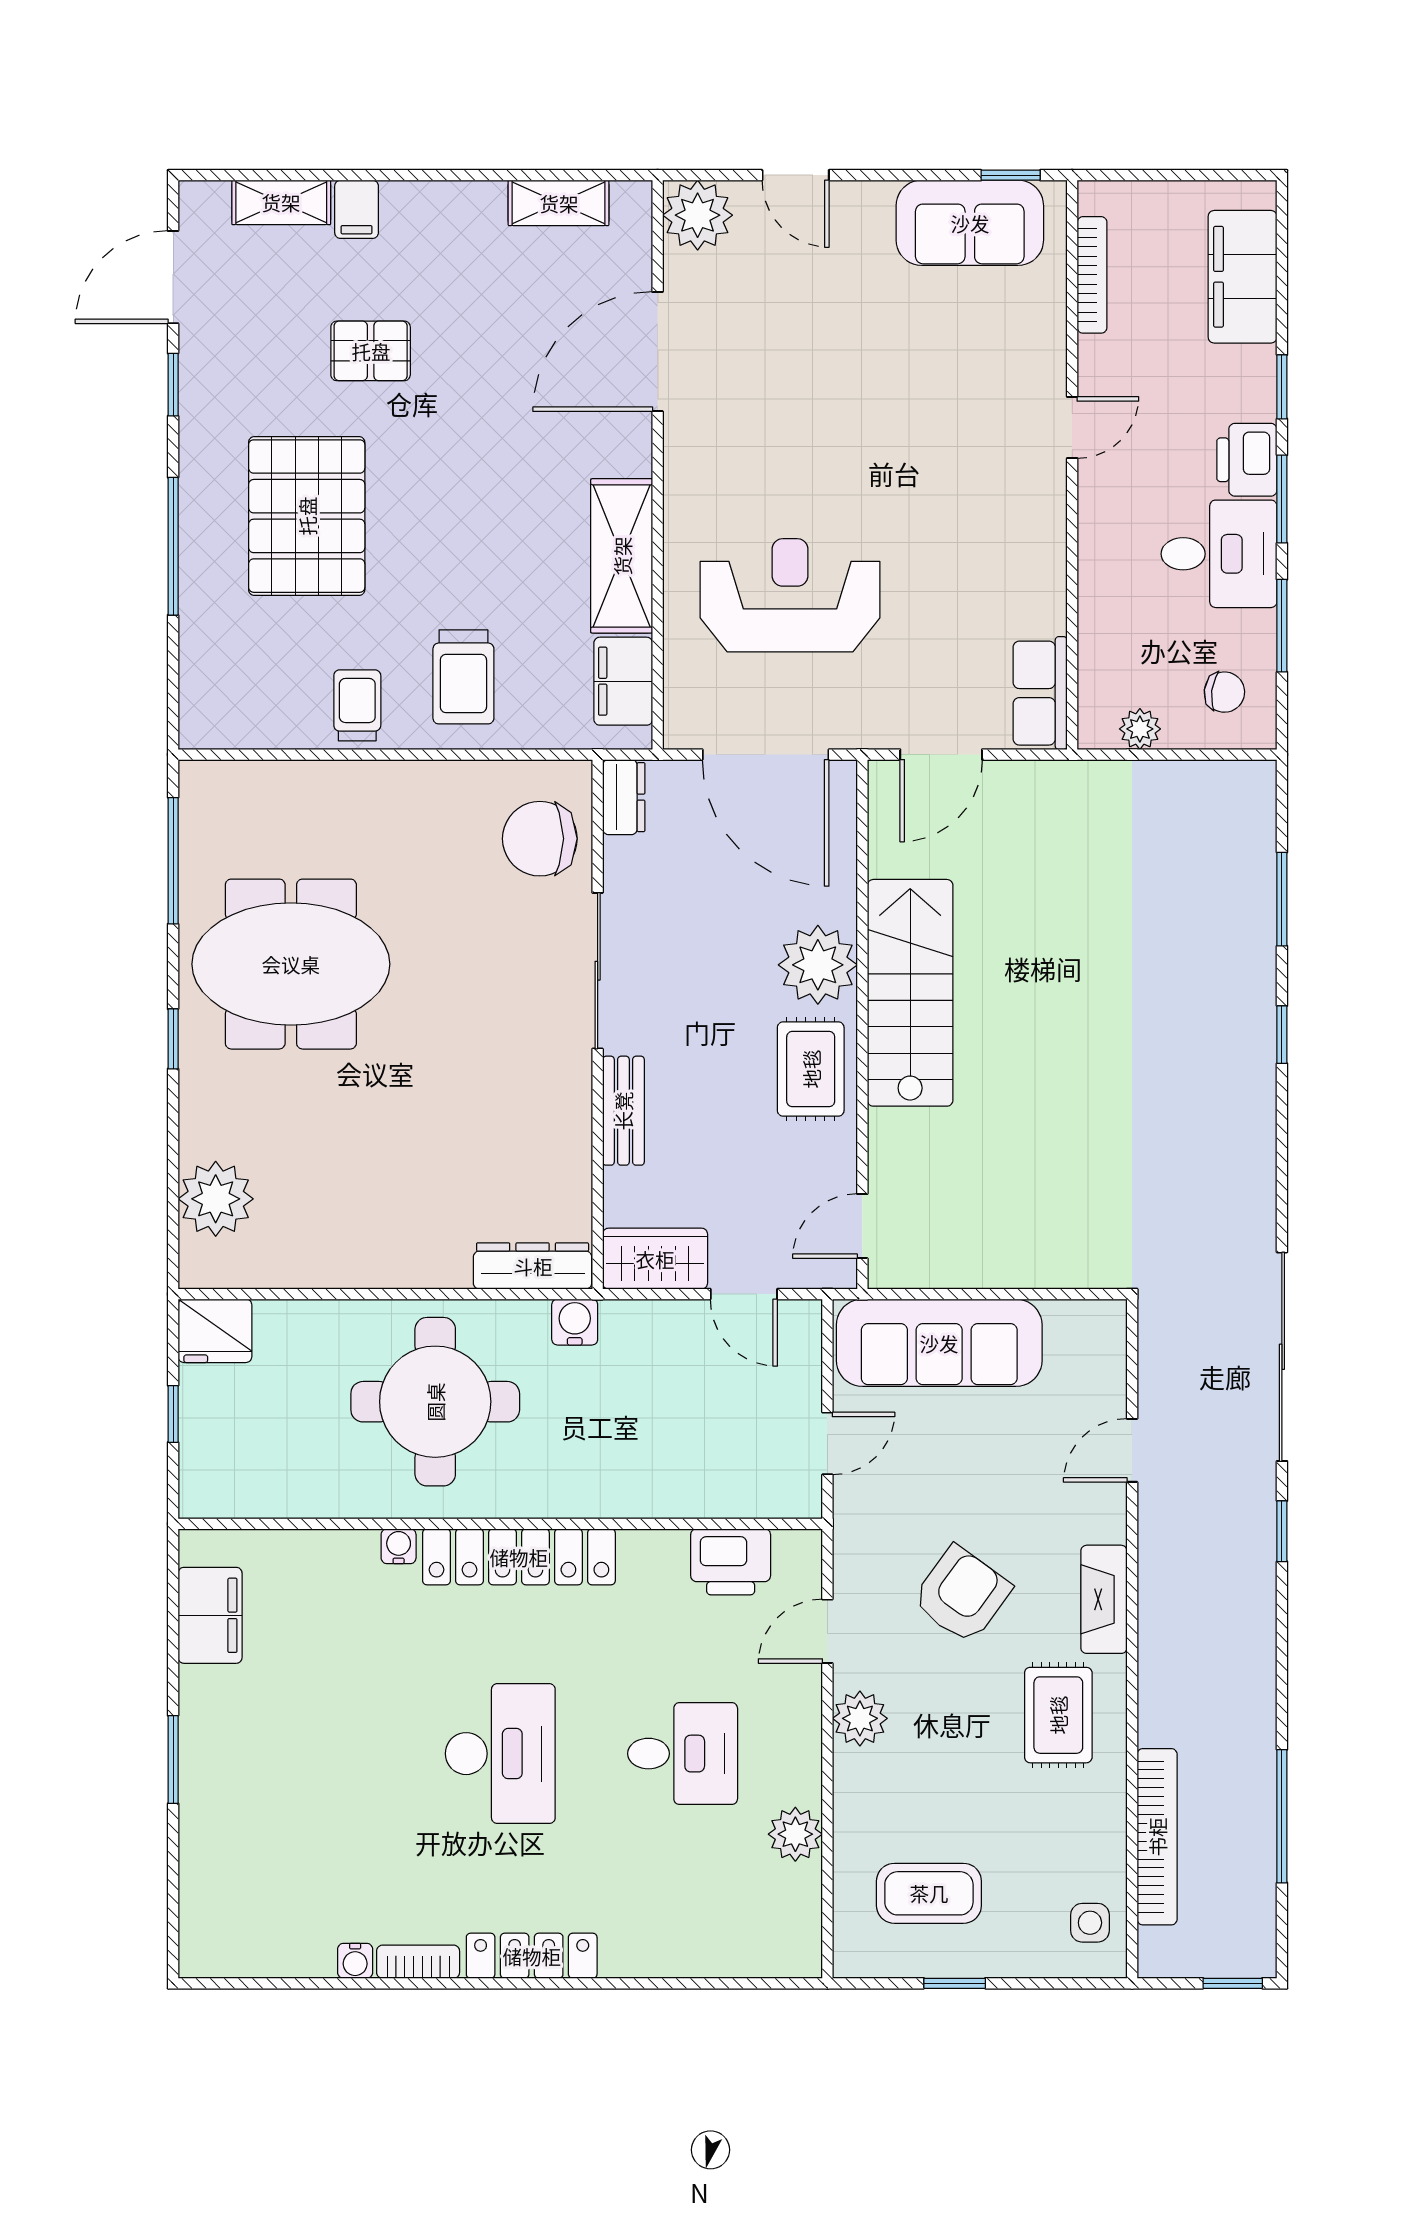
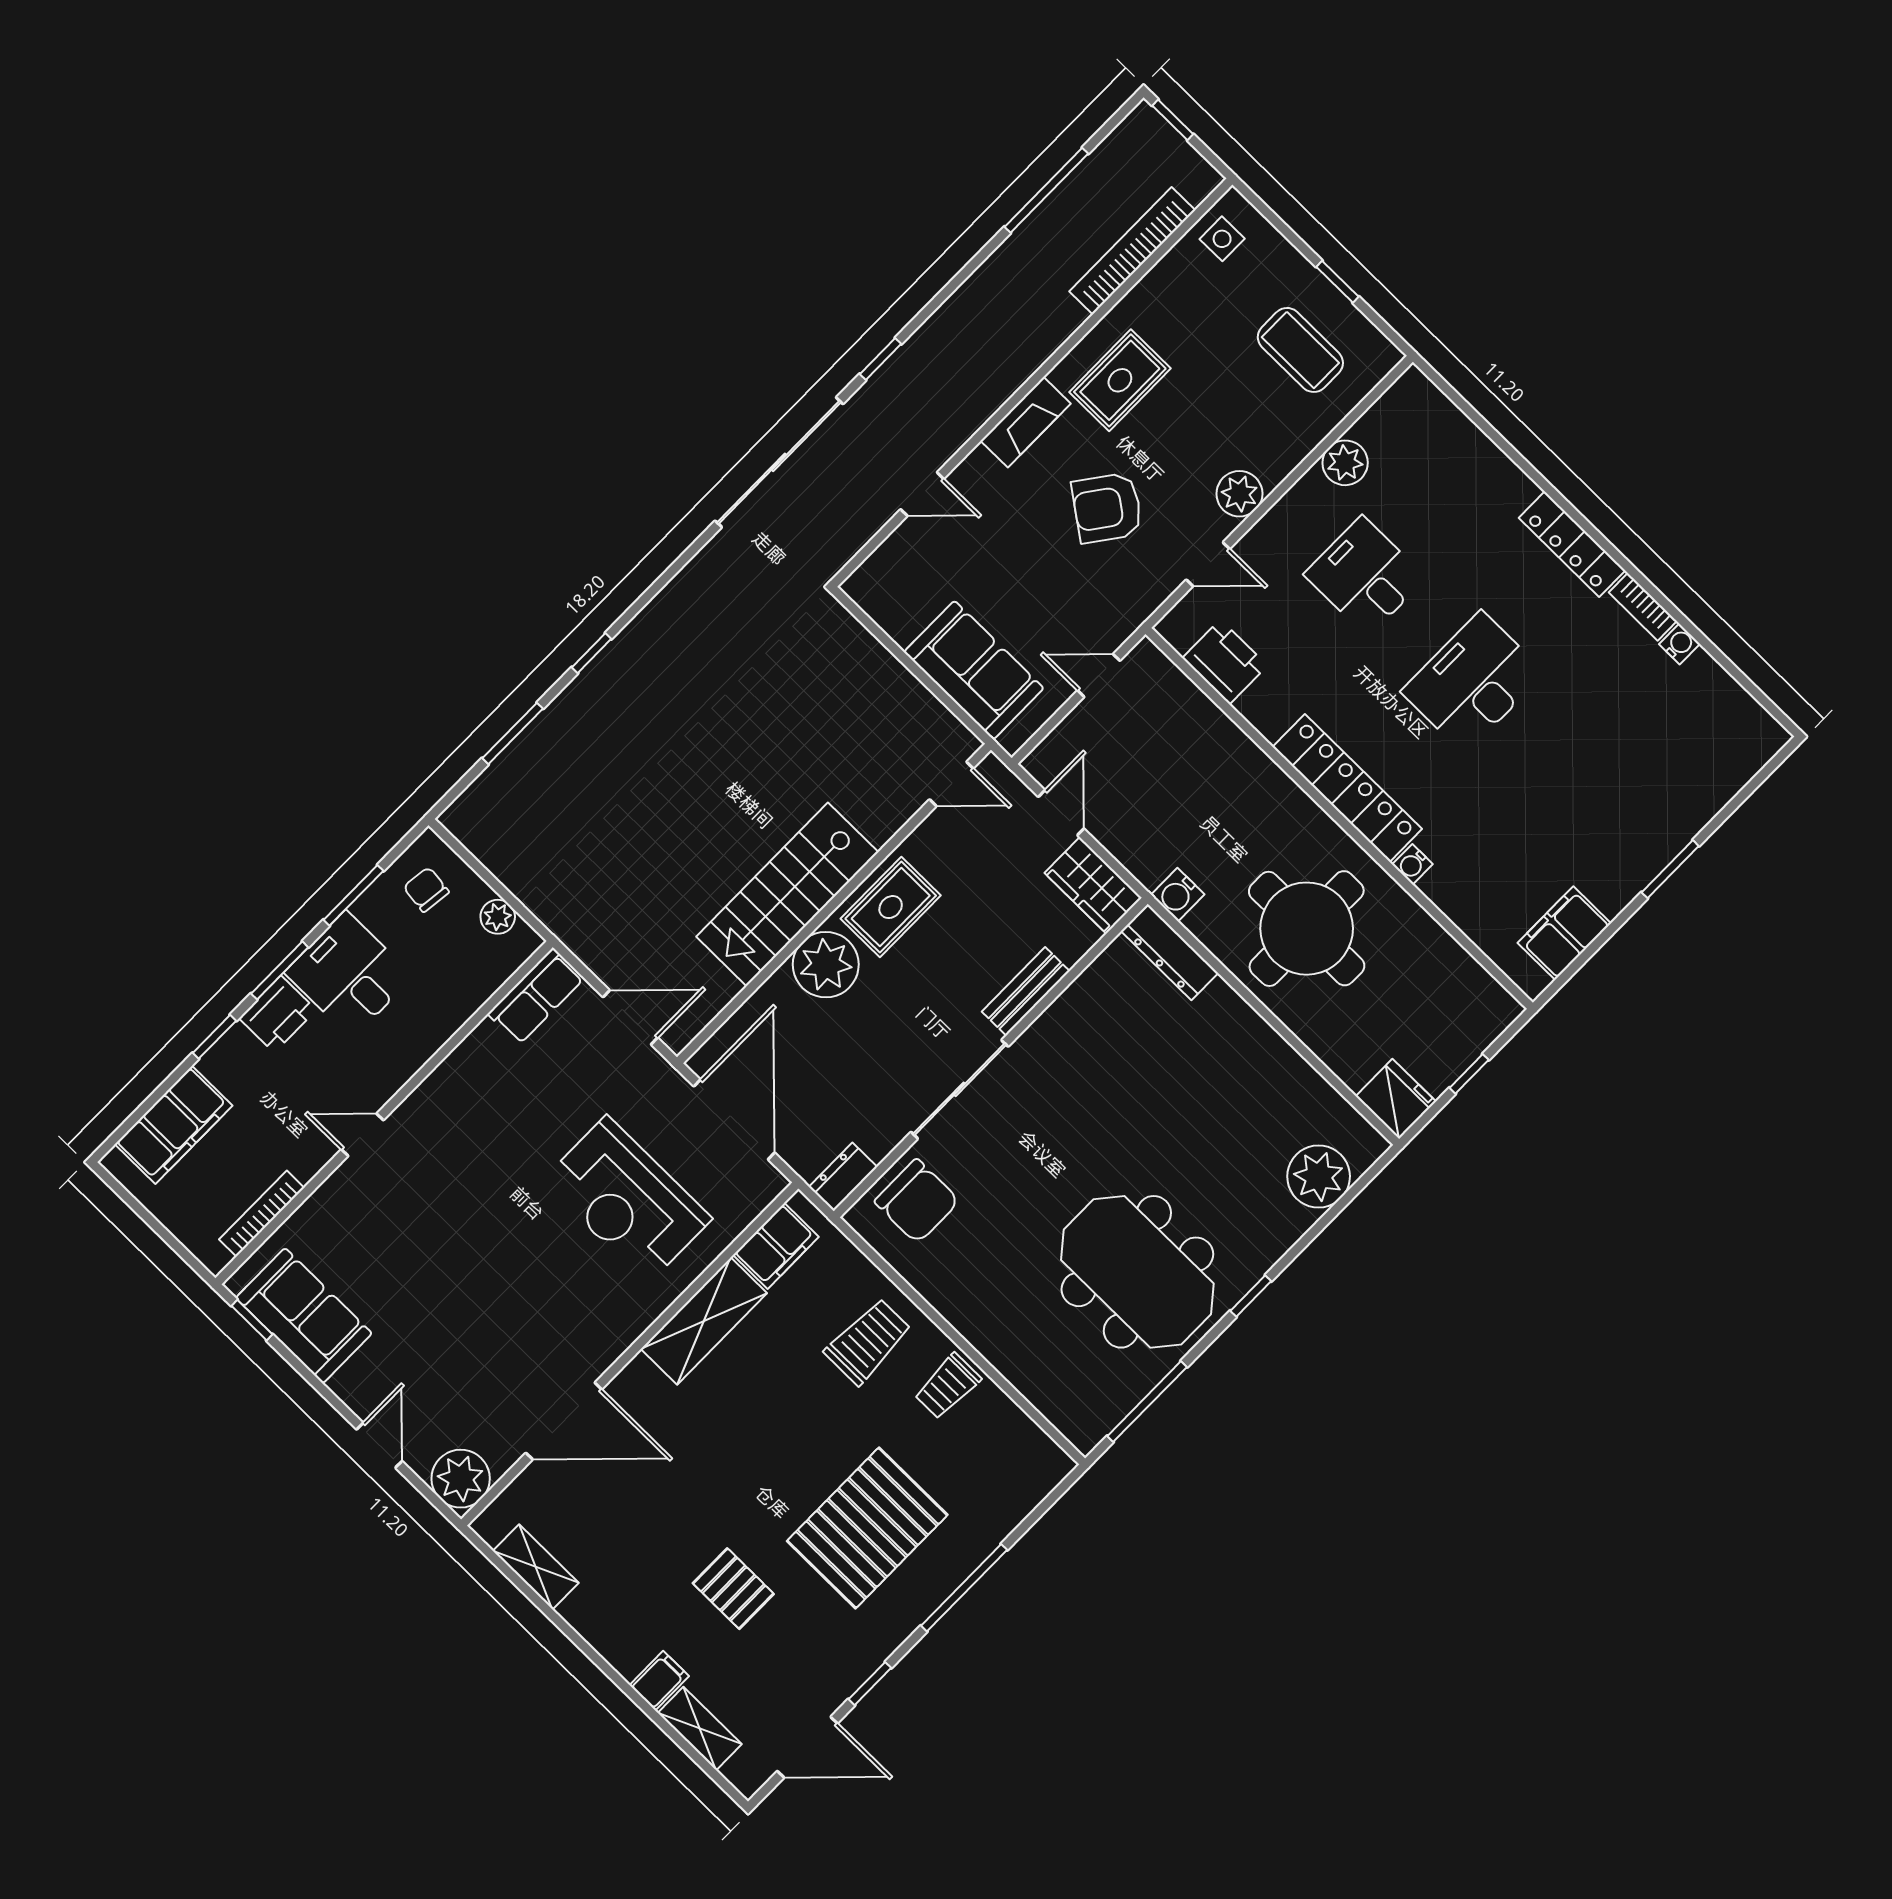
sofa: (939, 1343) -> (974, 670), width x0.73

